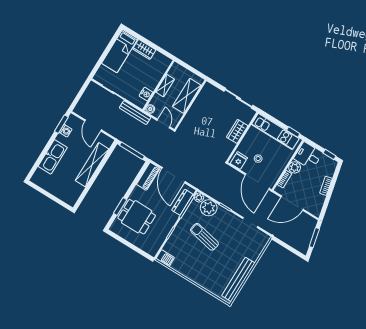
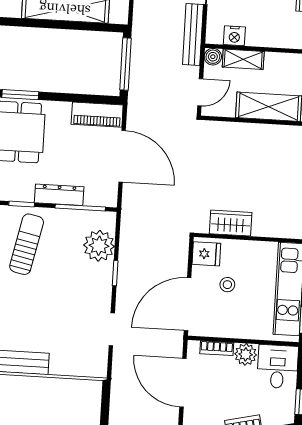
shelving: (165, 86) -> (243, 59), moved
wardrobe: (237, 131) -> (231, 223), moved
door: (173, 175) -> (122, 156), swing flipped
plant: (199, 198) -> (108, 220), removed
dresser: (182, 202) -> (59, 195), moved
sun lounger: (204, 237) -> (27, 244), moved

